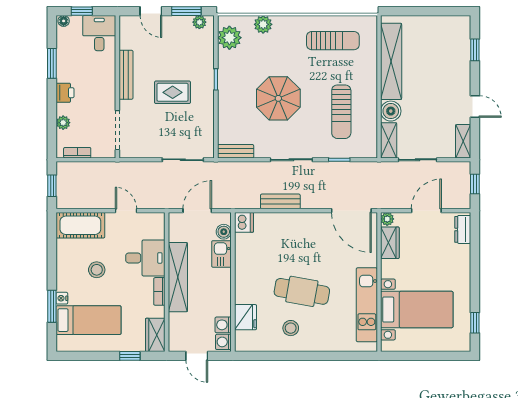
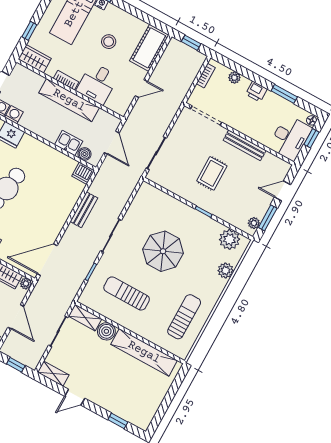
desk: (99, 33) -> (290, 138), width x1.37
sun lounger: (333, 41) -> (184, 317), turned 180
bench: (236, 151) -> (141, 197), removed

